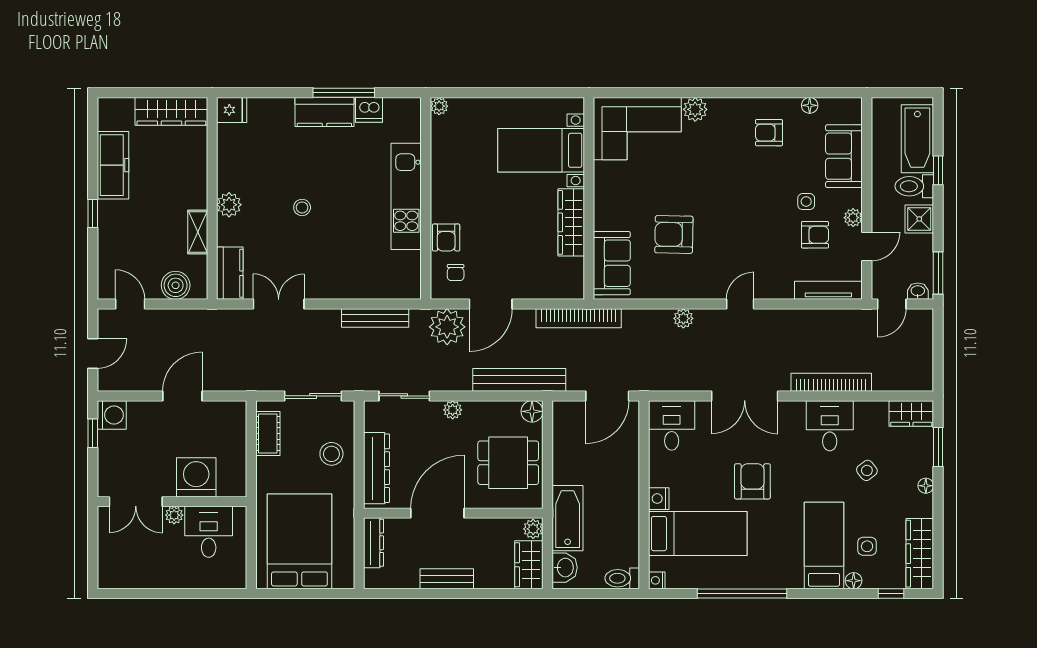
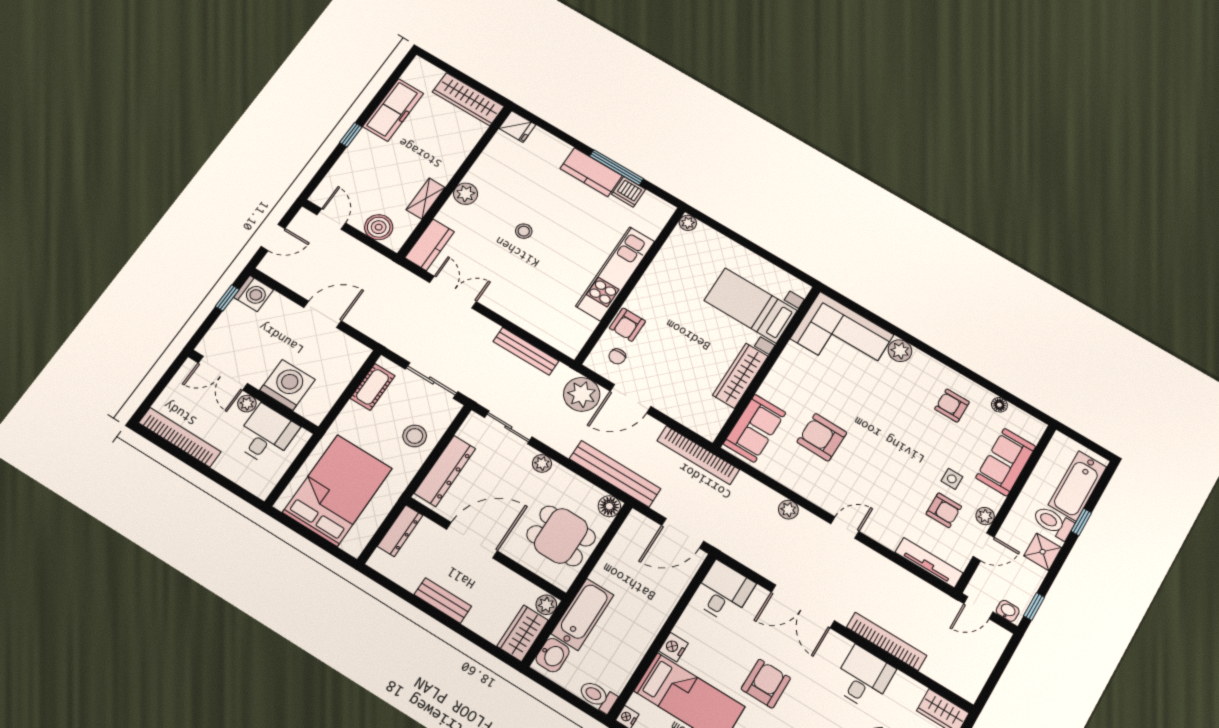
window: (938, 273) -> (1034, 606), width x0.67
bookcase: (140, 579) -> (180, 437), added

